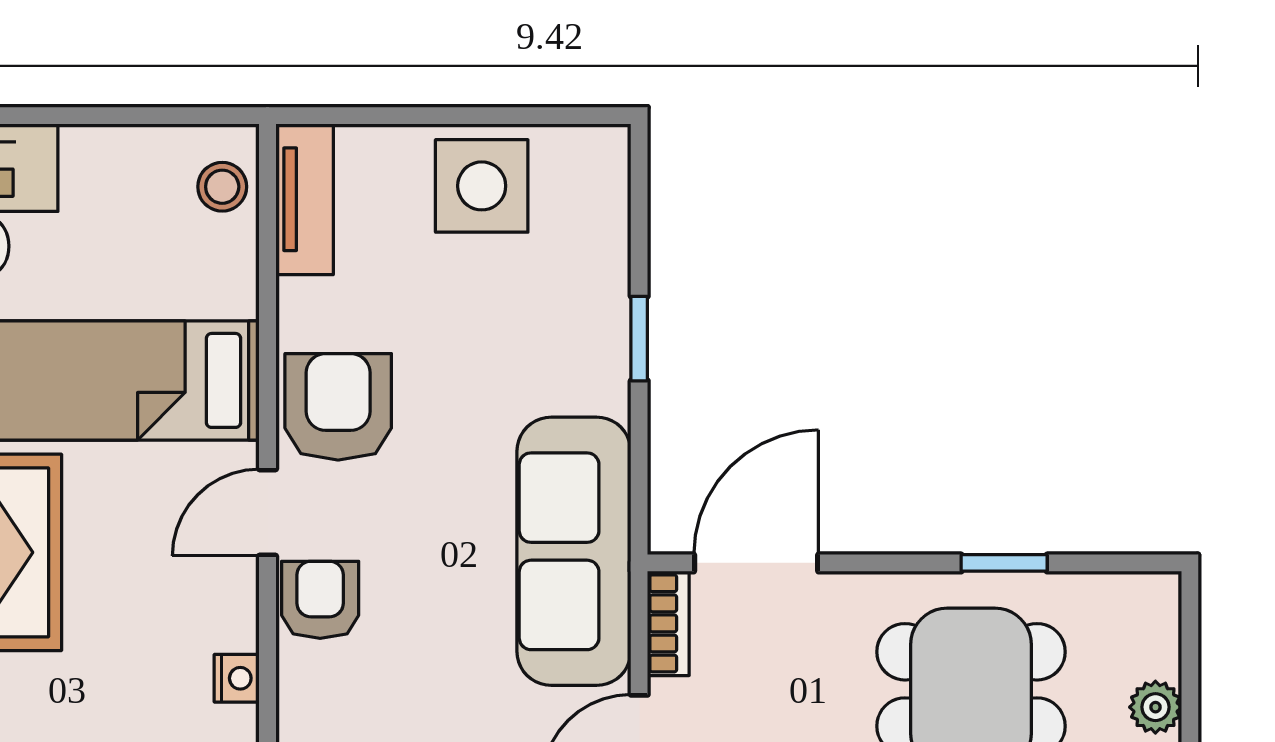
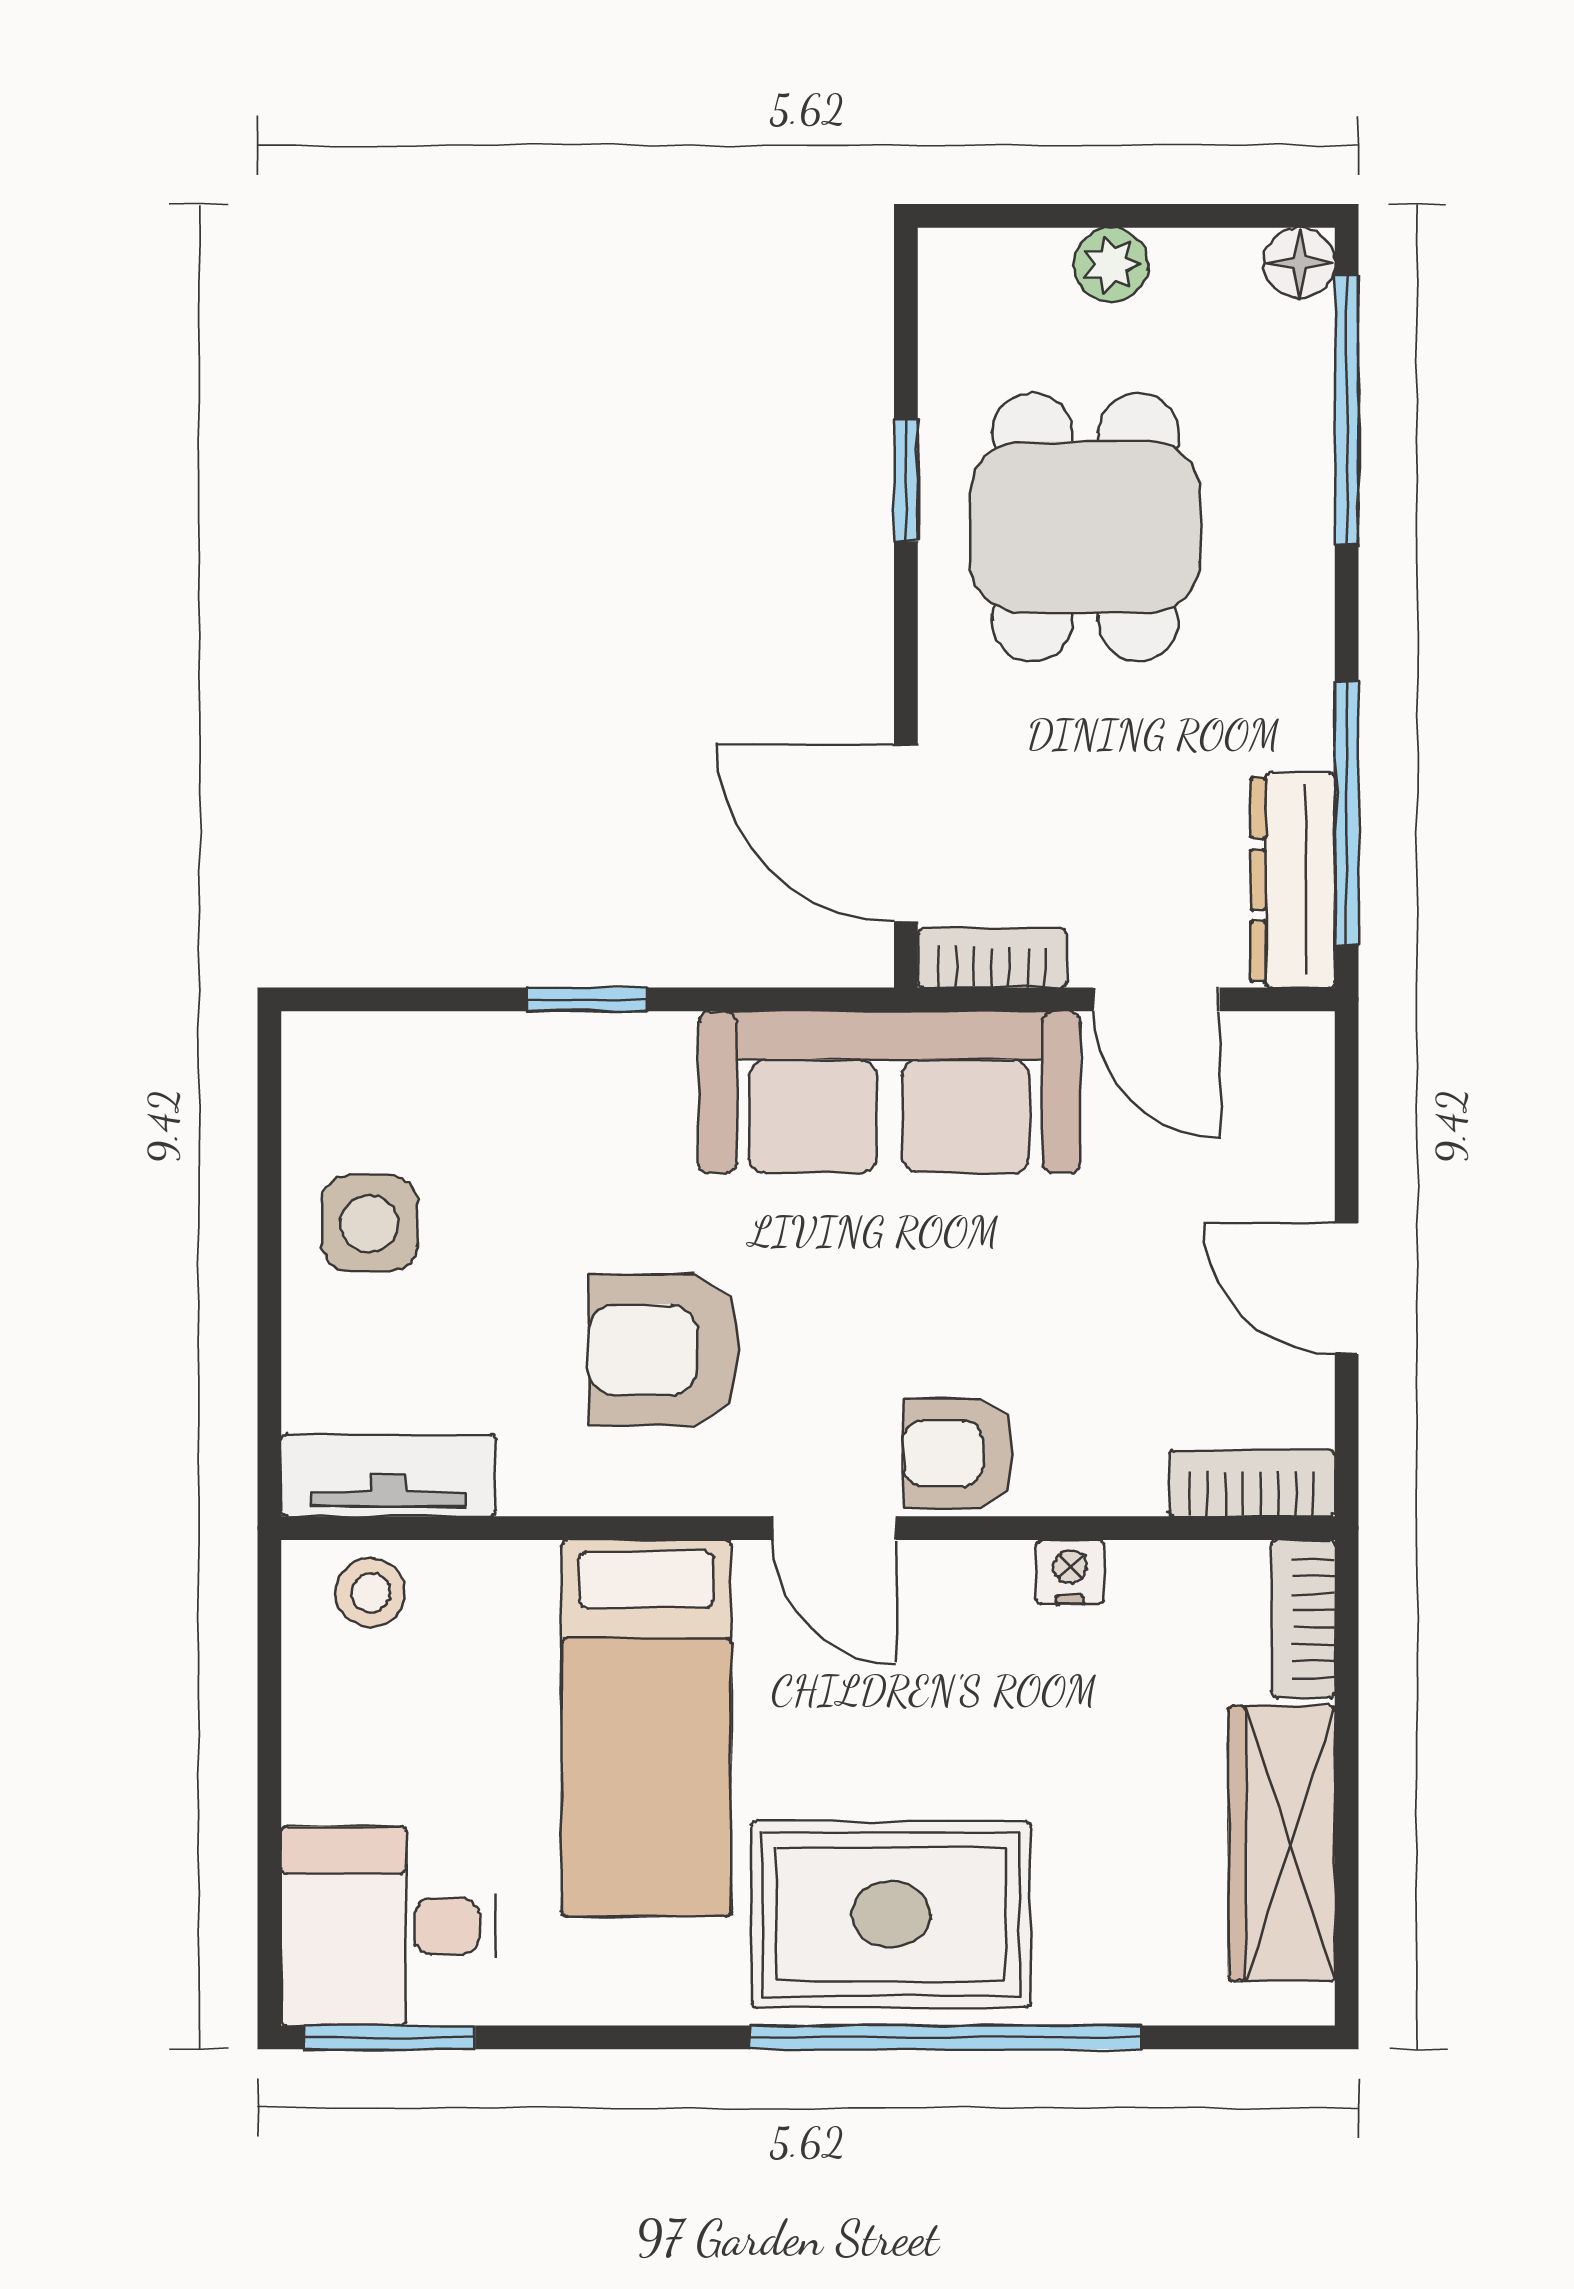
side table: (482, 186) -> (370, 1223), width x0.73, depth x0.73
armchair: (338, 407) -> (664, 1350), moved

